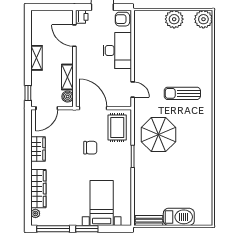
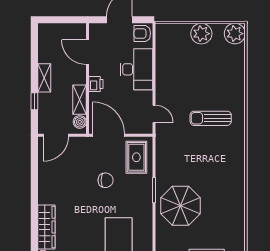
printer: (82, 17) -> (96, 84), moved
window: (28, 93) -> (34, 101), moved
parasol: (158, 135) -> (181, 206), moved
wardrobe: (38, 149) -> (46, 182), removed

